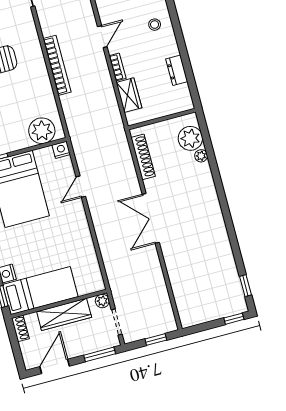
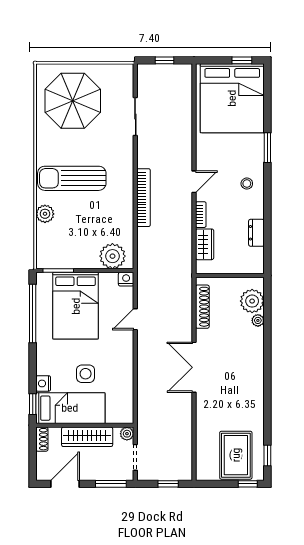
side table: (46, 253) -> (86, 374), added
rug: (215, 294) -> (236, 455), added

